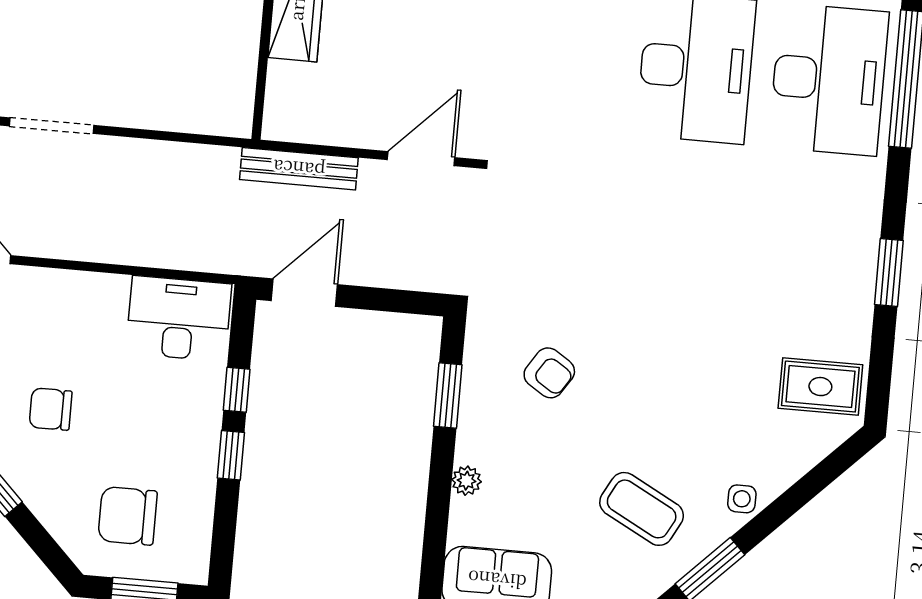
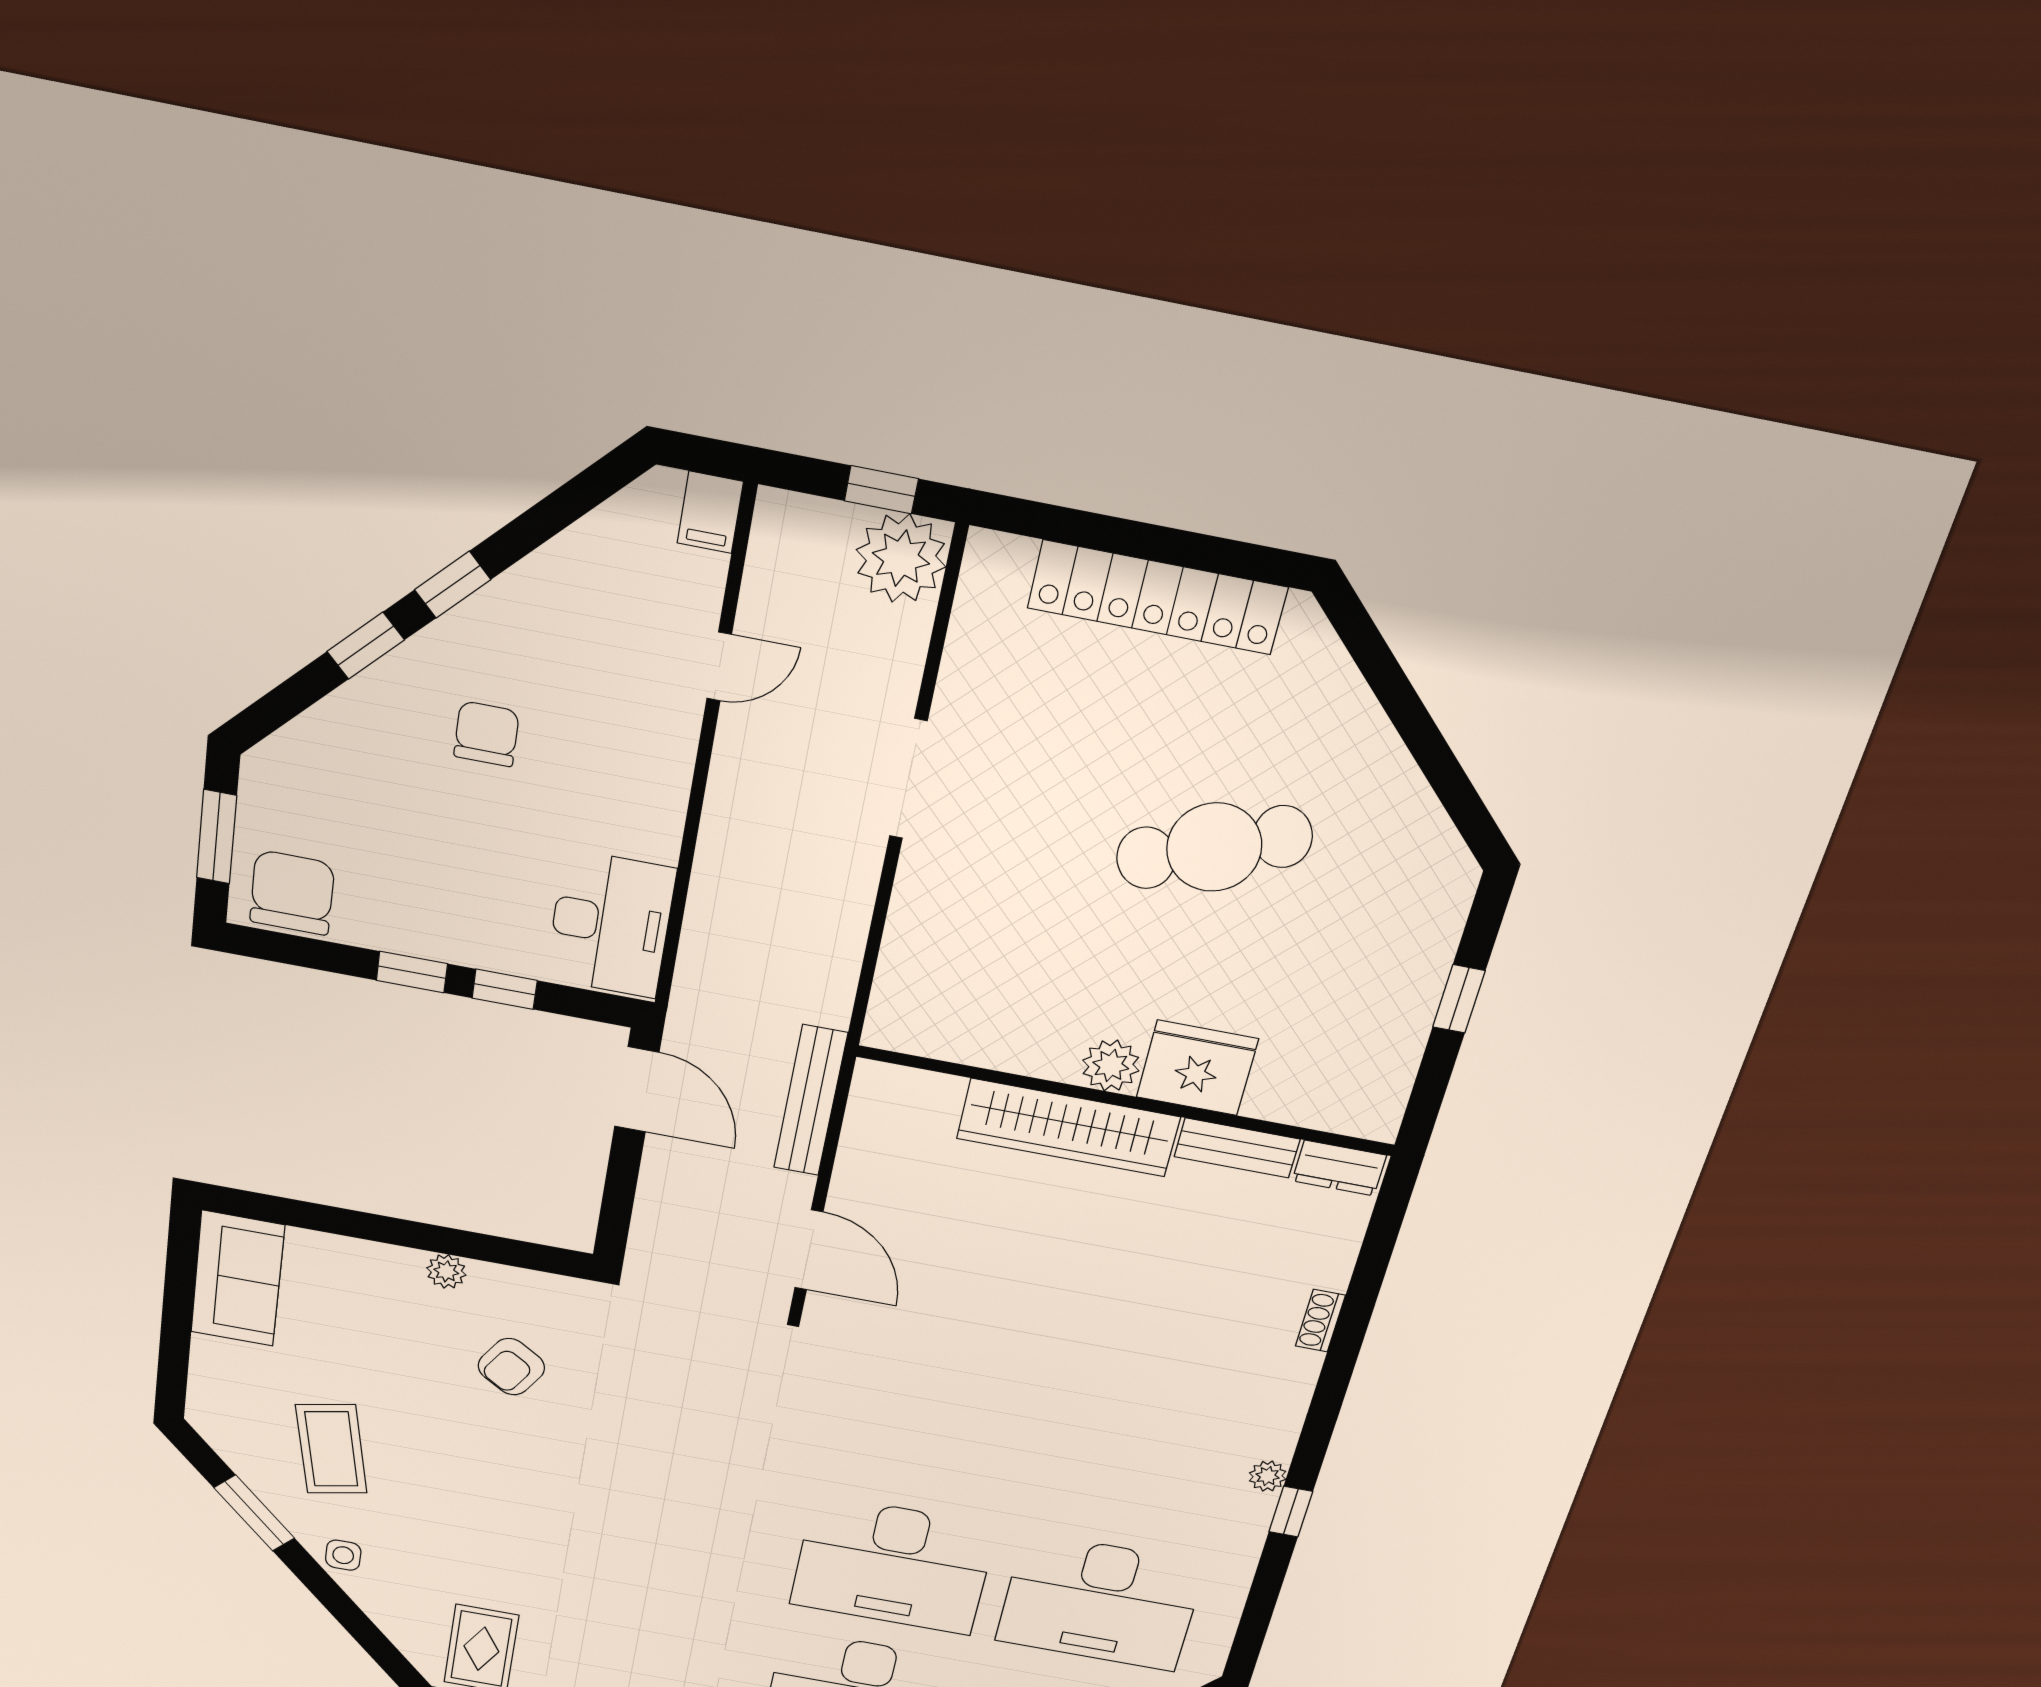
window: (448, 396) -> (486, 1248), removed
plant: (467, 481) -> (446, 1271), moved
coffee table: (642, 509) -> (331, 1449), turned -40
chair: (128, 516) -> (292, 893), moved

